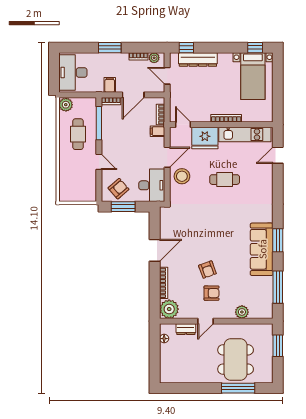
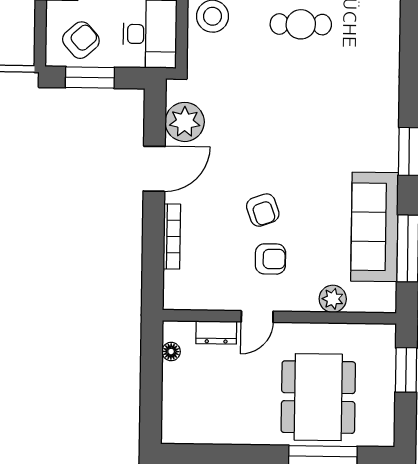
sofa: (262, 249) -> (375, 227), moved
plant: (169, 309) -> (185, 122), moved

